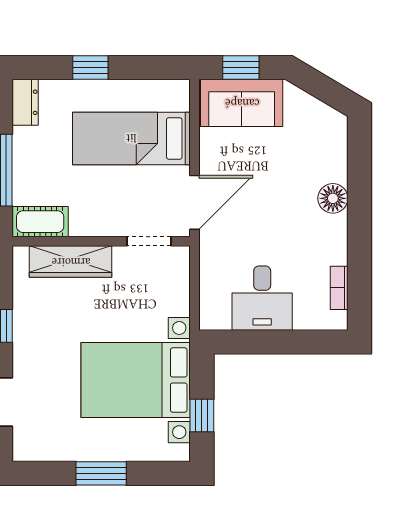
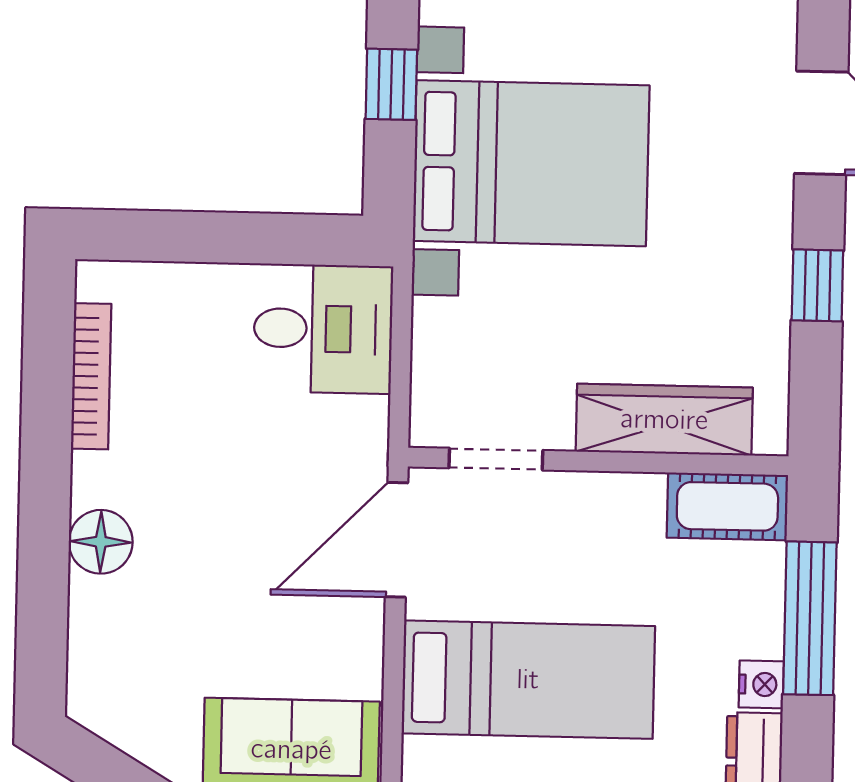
nightstand: (22, 139) -> (761, 684), added
bookcase: (339, 288) -> (91, 376), width x1.56
desk: (262, 298) -> (323, 329), moved, turned 90

